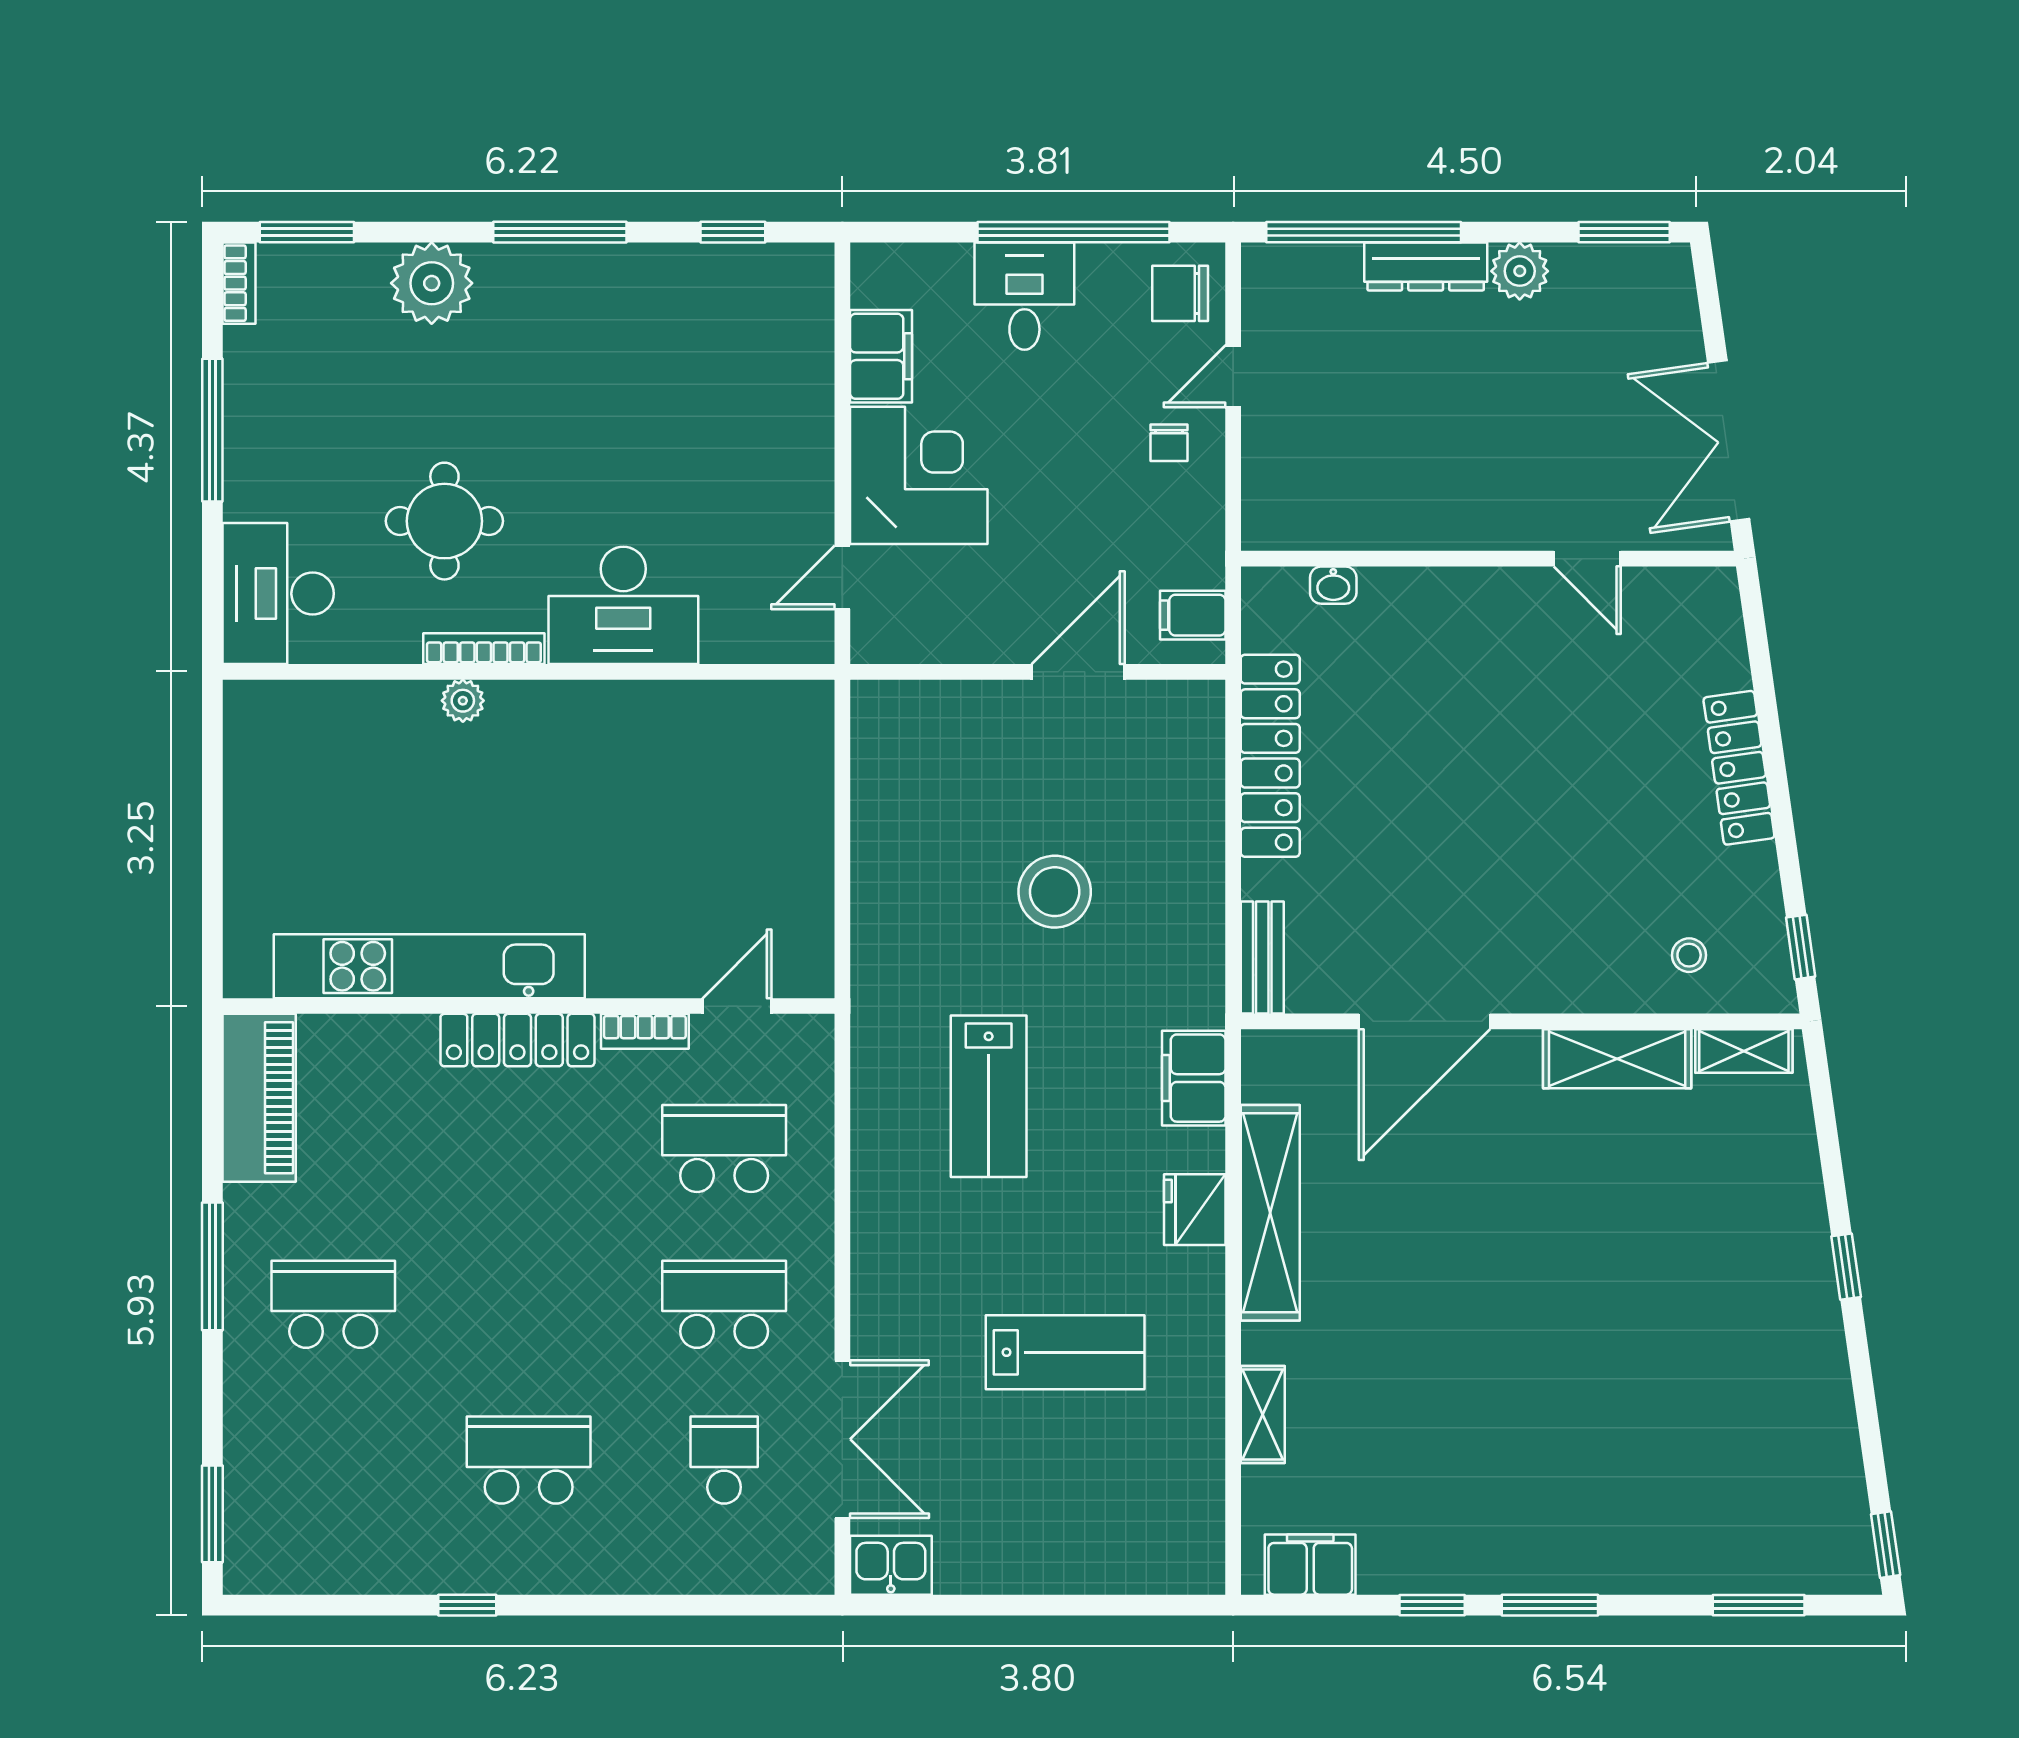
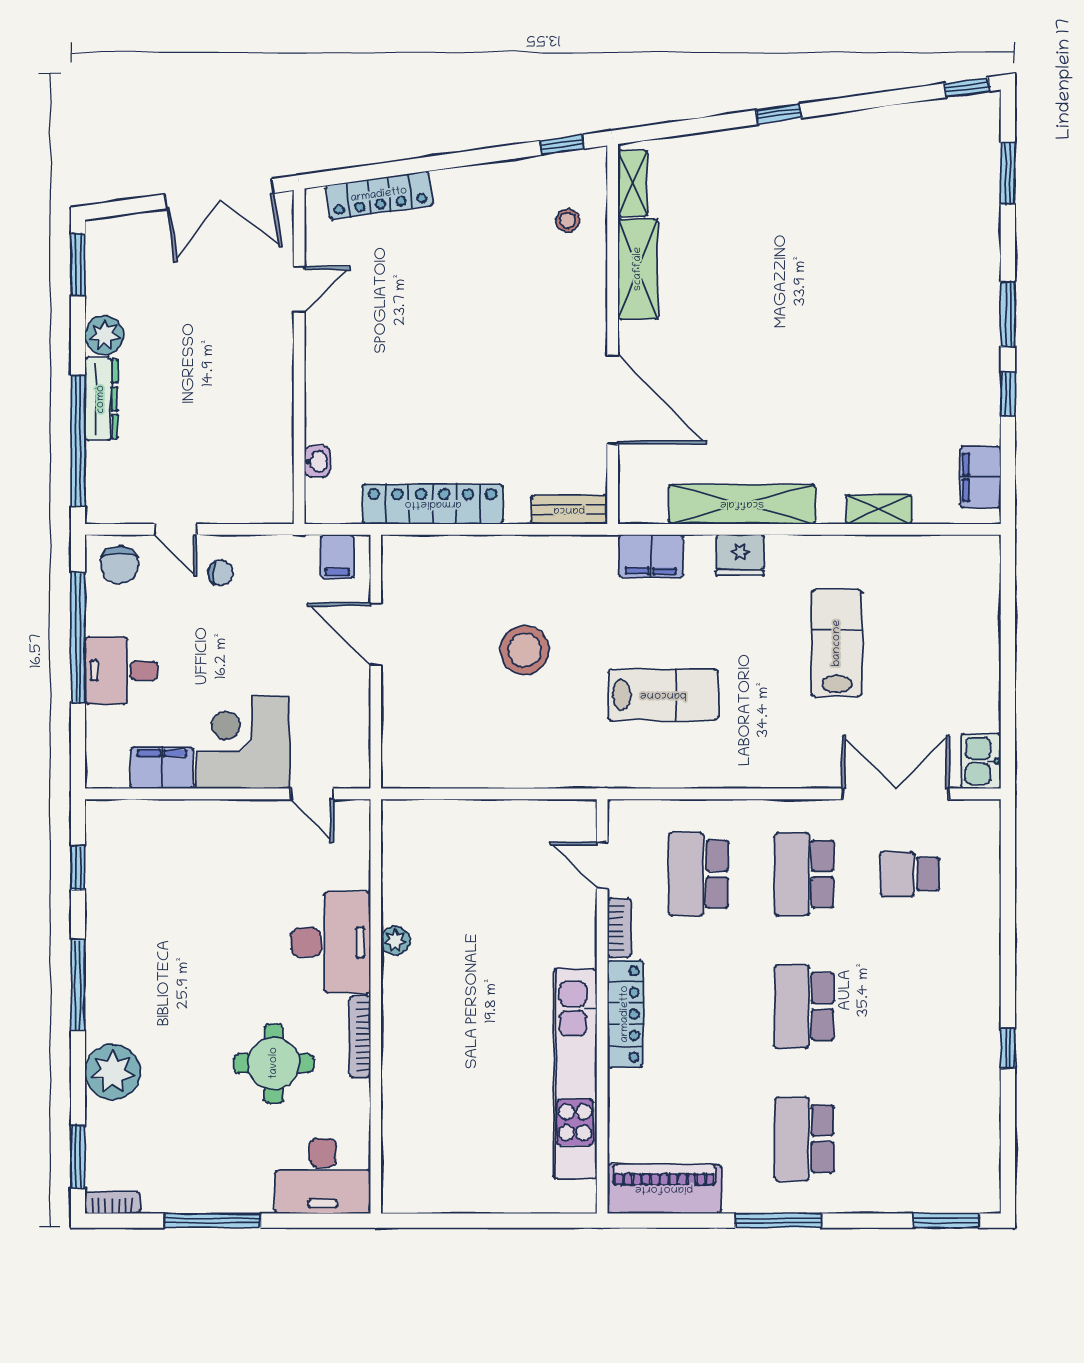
plant: (463, 701) -> (395, 941), moved
locker: (1739, 768) -> (379, 195), moved
school desk: (529, 1460) -> (804, 1006), moved

